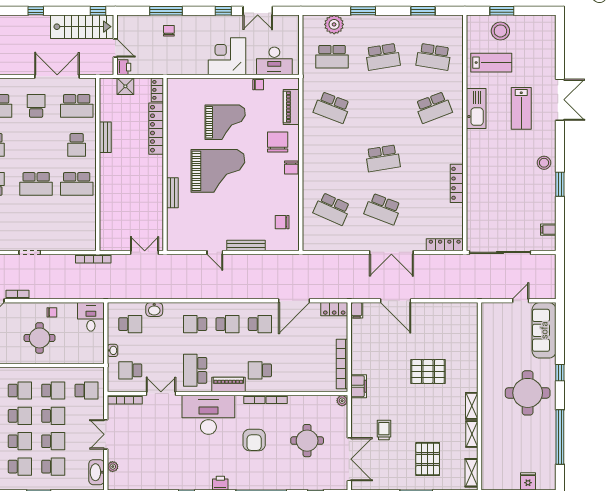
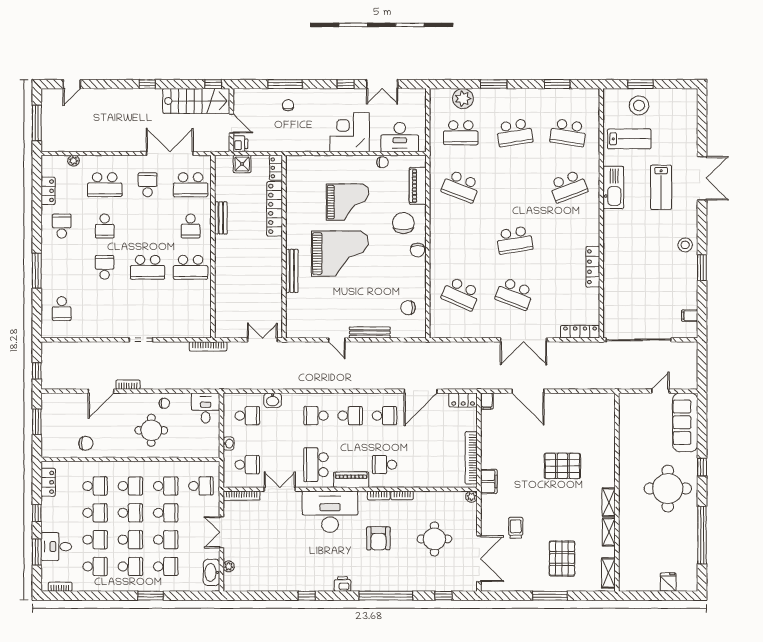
bench: (172, 193) -> (292, 271), width x1.36
school desk: (130, 370) -> (247, 465), turned 180

